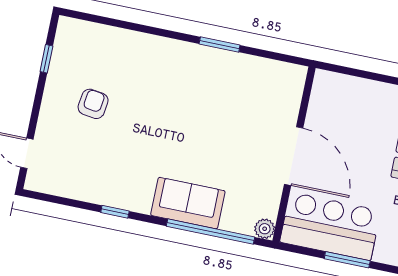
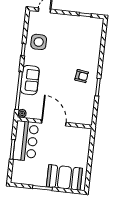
armchair: (93, 104) -> (82, 76), moved
door: (294, 156) -> (54, 123), swing flipped
side table: (100, 174) -> (39, 42), added

